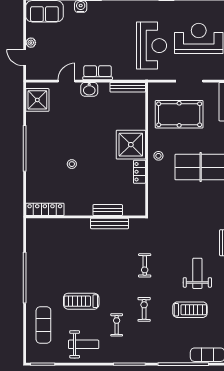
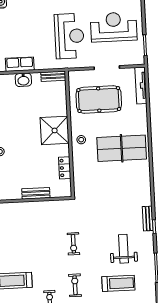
bench: (128, 87) -> (53, 76), width x0.73
washbasin: (89, 89) -> (23, 80), moved
locker: (139, 172) -> (65, 168), moved
bench: (110, 223) -> (38, 206), removed

